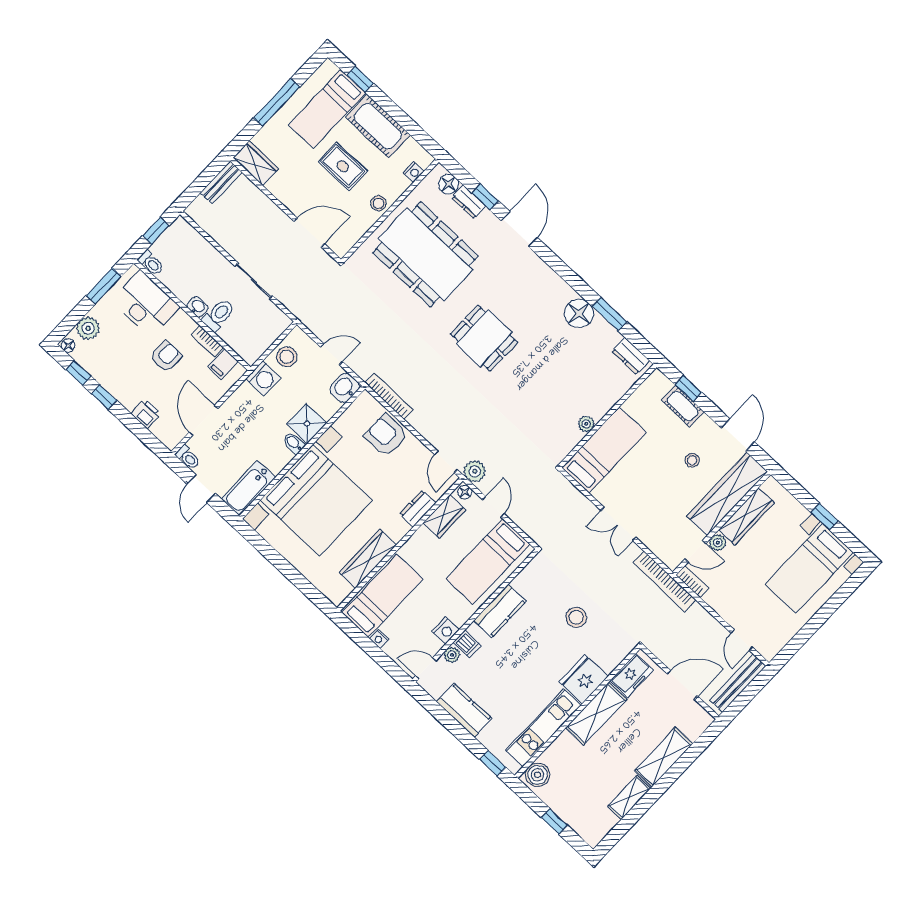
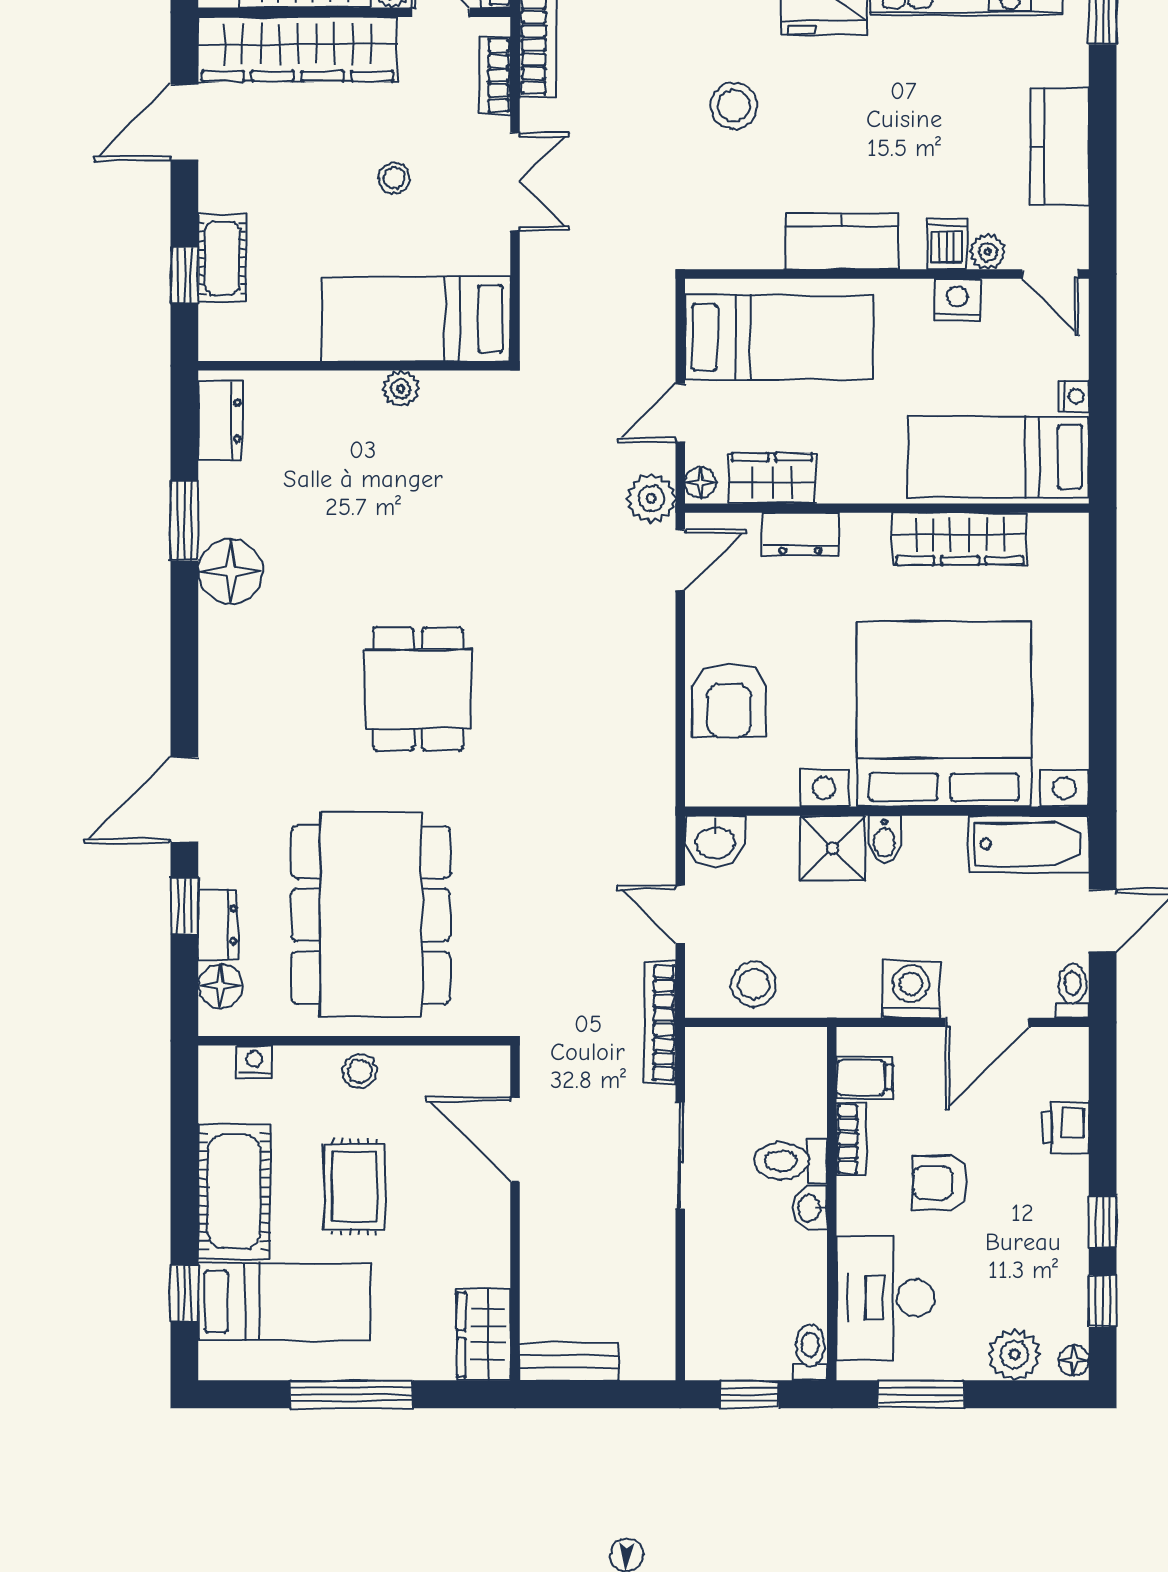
washing machine: (263, 378) -> (911, 989), moved
bookcase: (389, 396) -> (660, 1023), moved
stool: (692, 460) -> (394, 178), moved
bookcase: (659, 549) -> (495, 76), added

